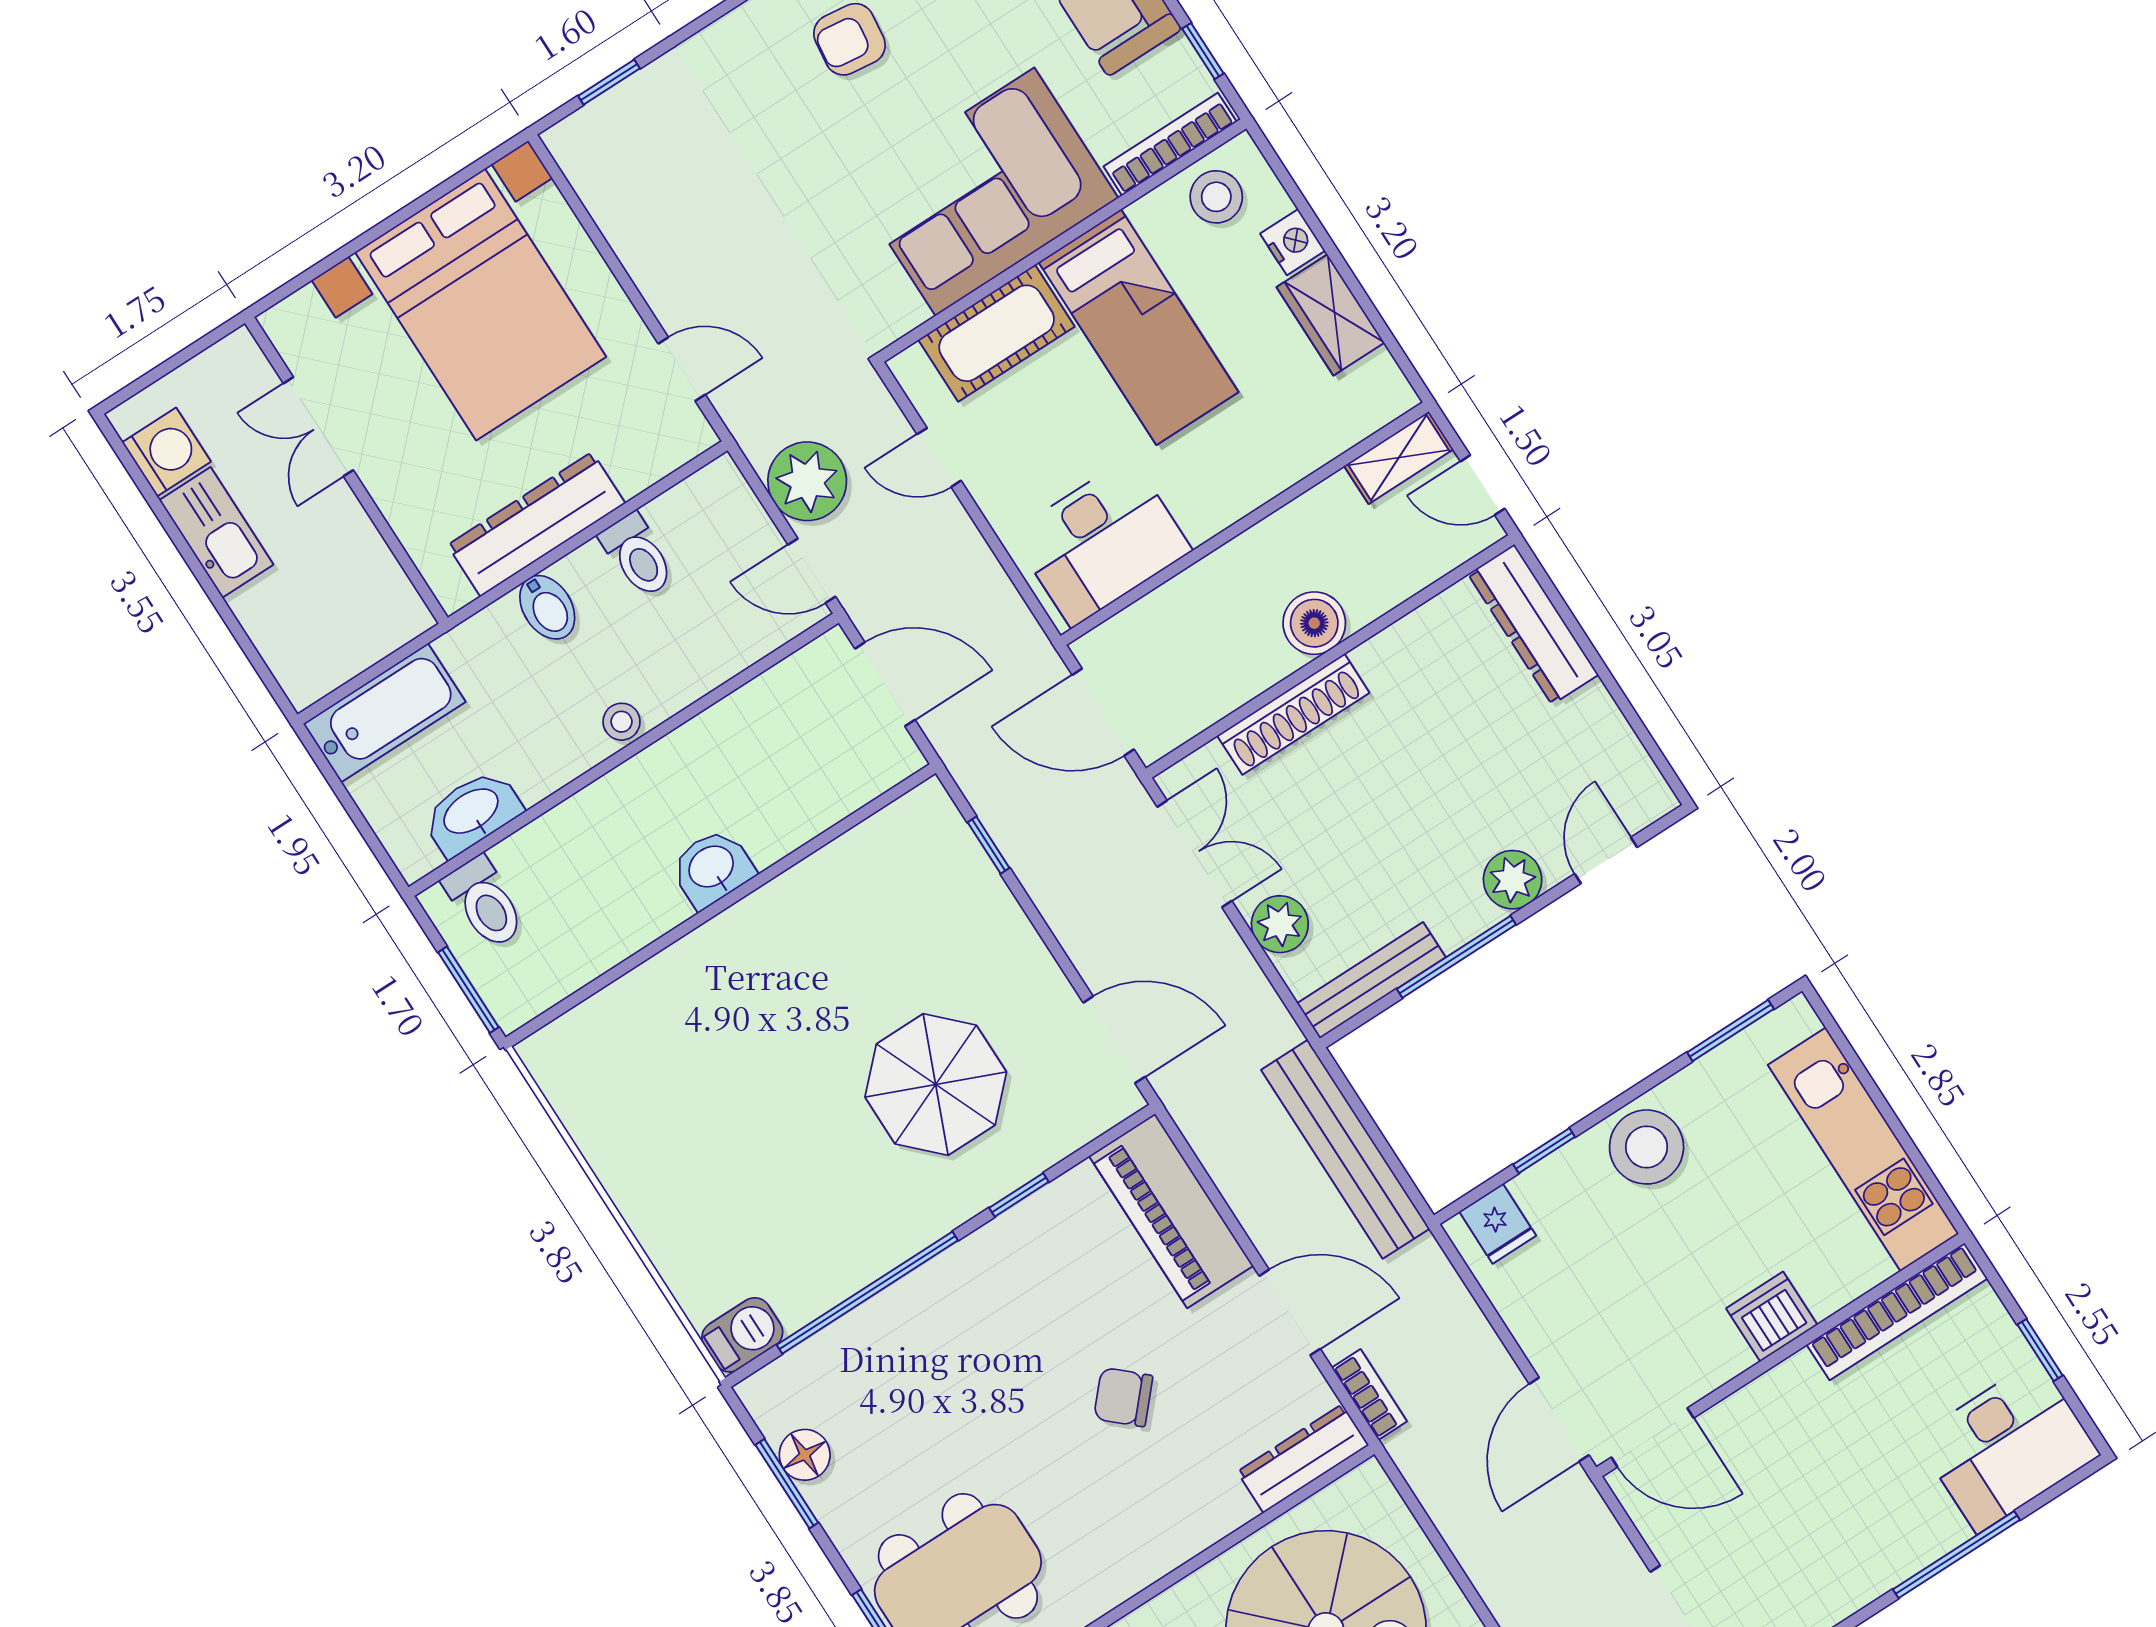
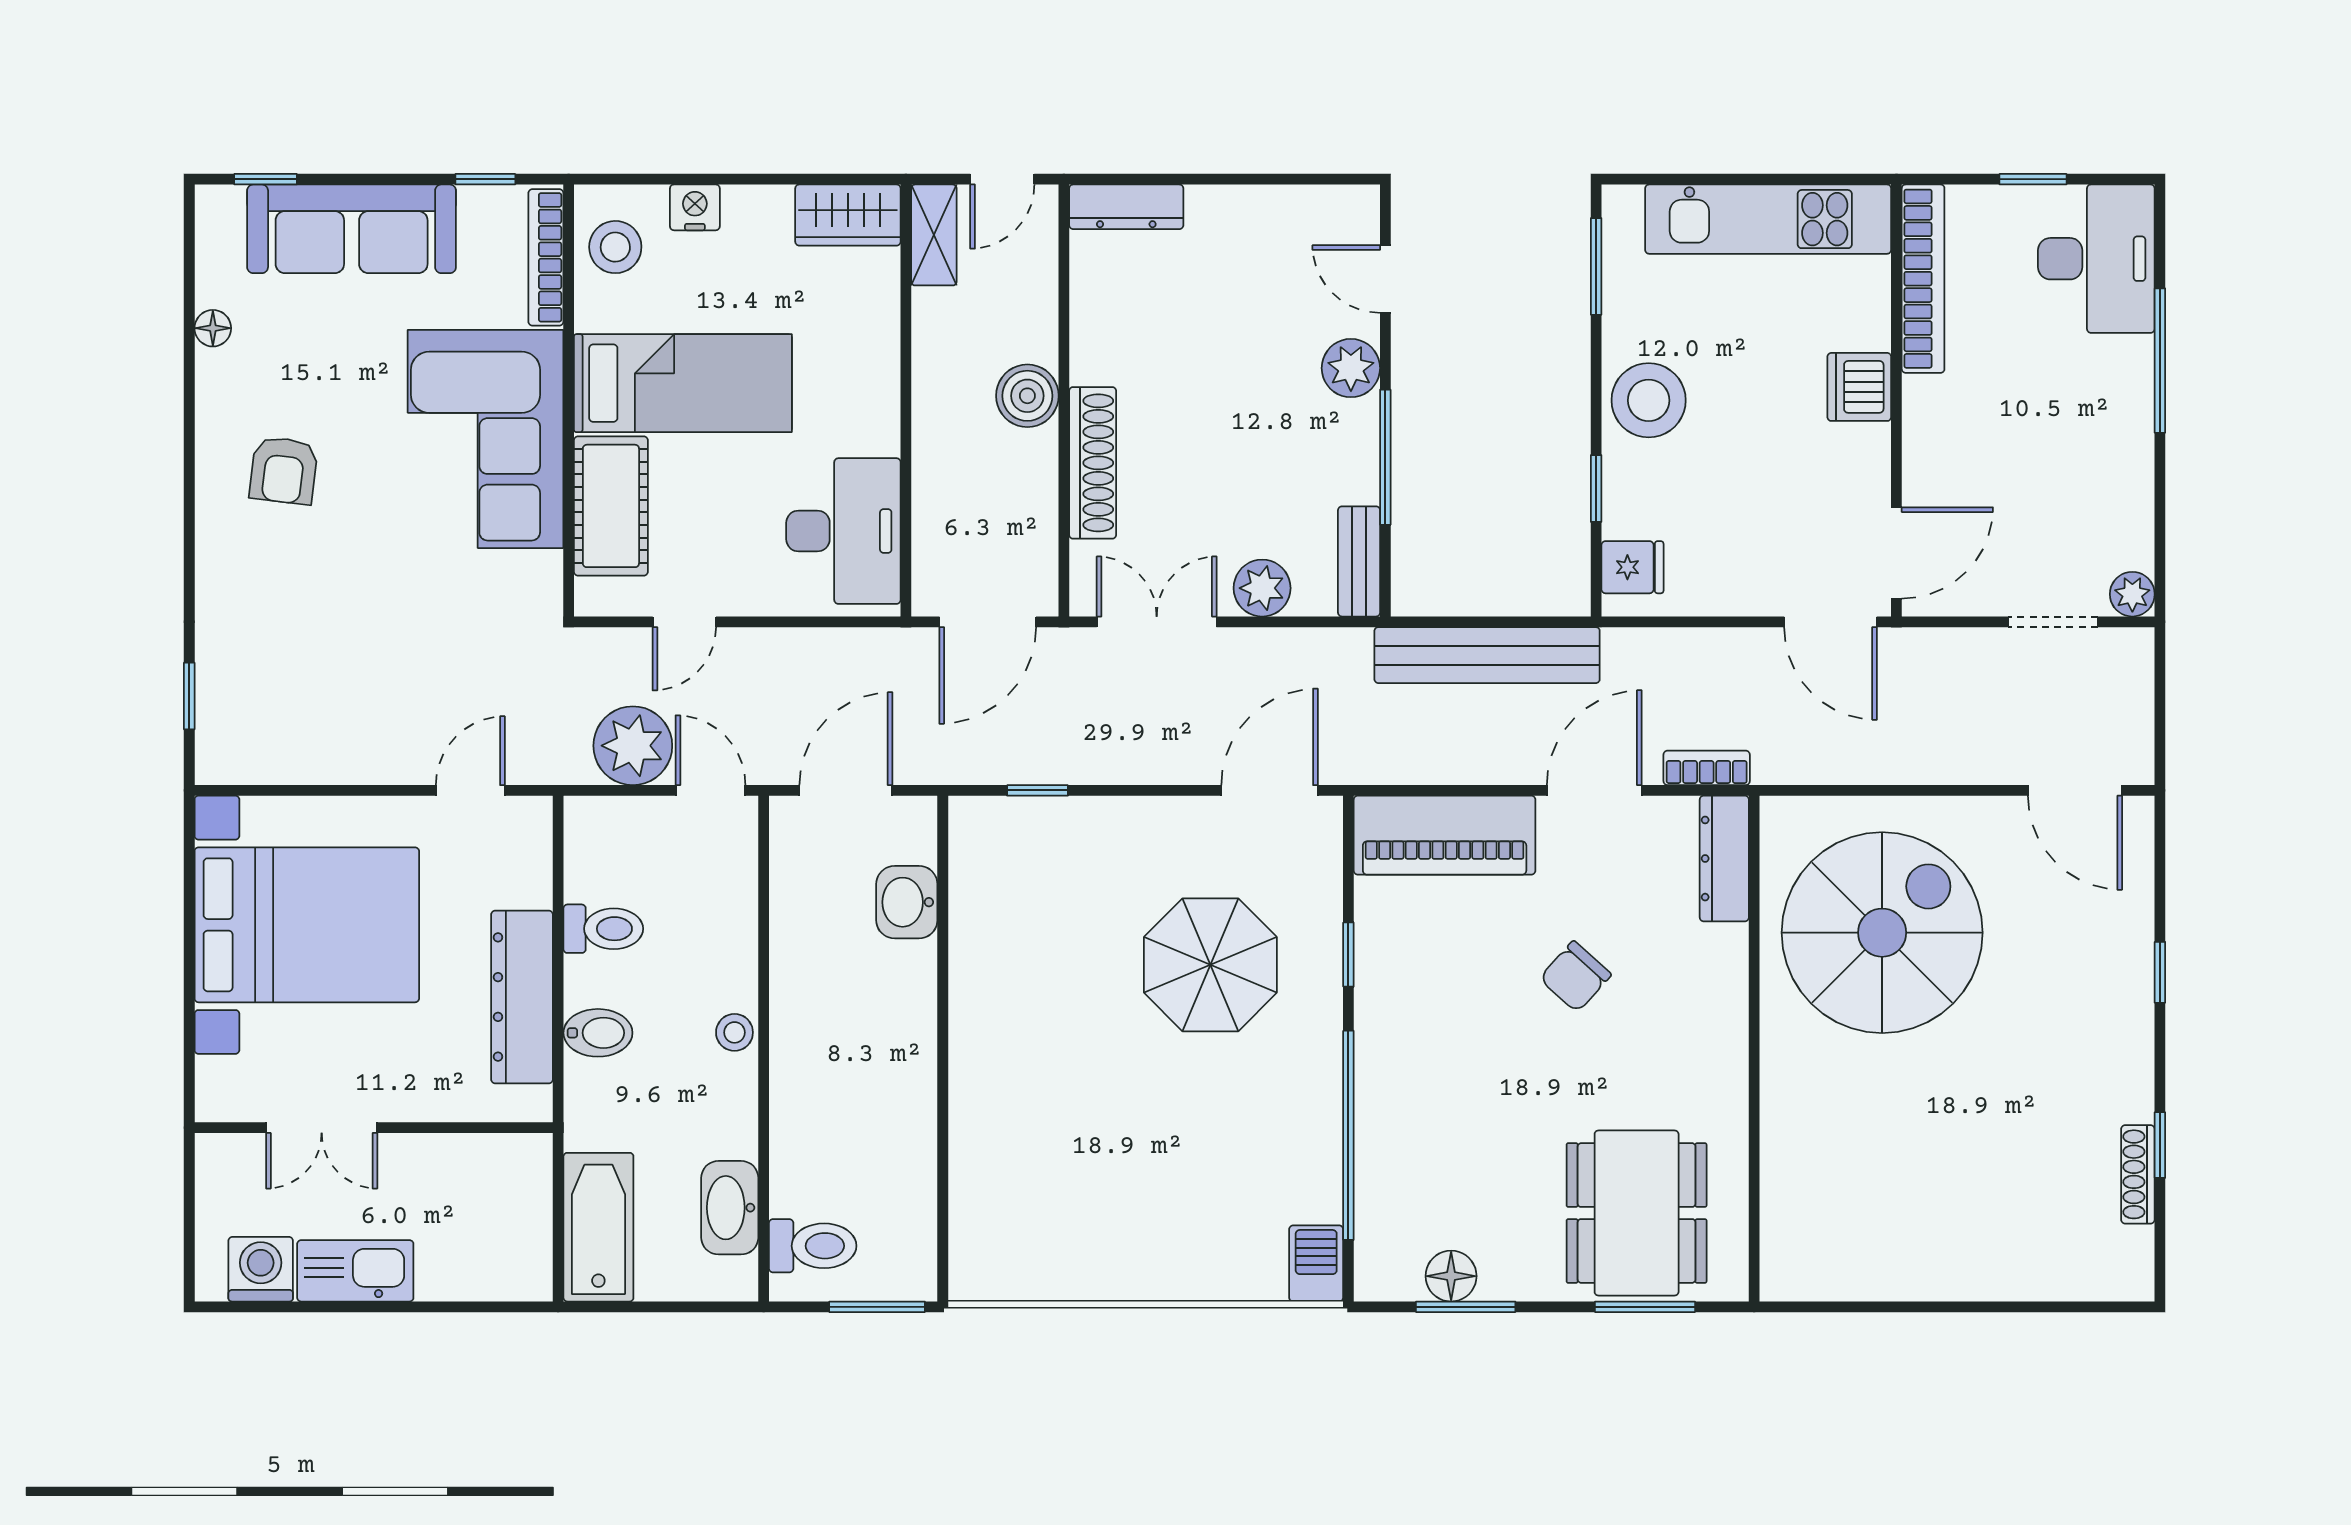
wardrobe: (1330, 315) -> (848, 215), moved
door: (812, 571) -> (711, 790), swing flipped
dresser: (1533, 624) -> (1126, 207), width x0.73, depth x0.80
washbasin: (712, 868) -> (907, 902), moved
bench: (1371, 980) -> (1359, 561), width x0.73

